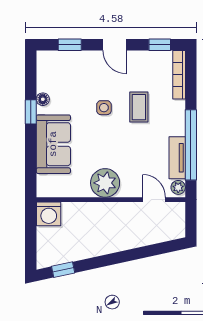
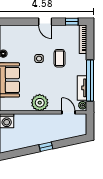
window: (70, 45) -> (19, 22), removed
window: (63, 270) -> (46, 147), moved

